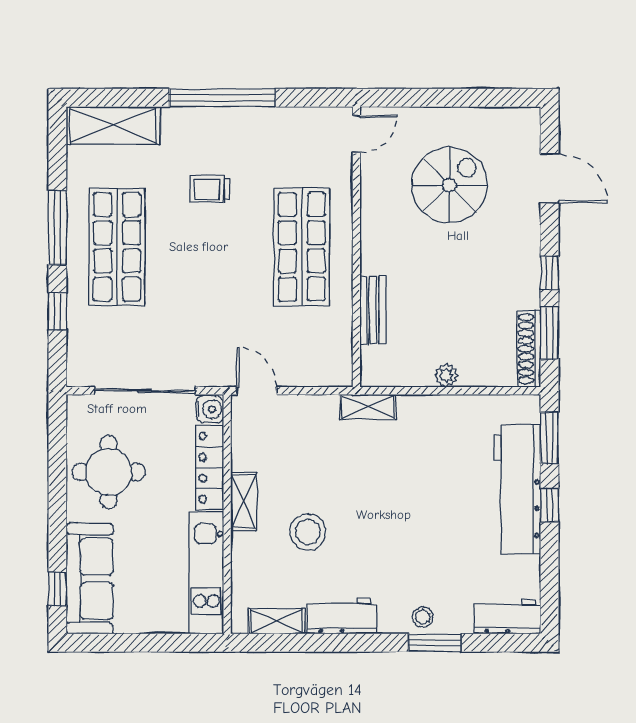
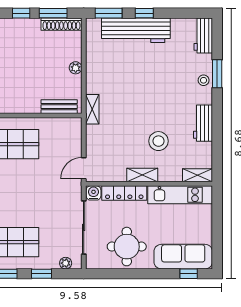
bench: (373, 310) -> (59, 107), moved
plant: (77, 357) -> (66, 263), added
shelving: (277, 621) -> (197, 175), moved, turned 90

